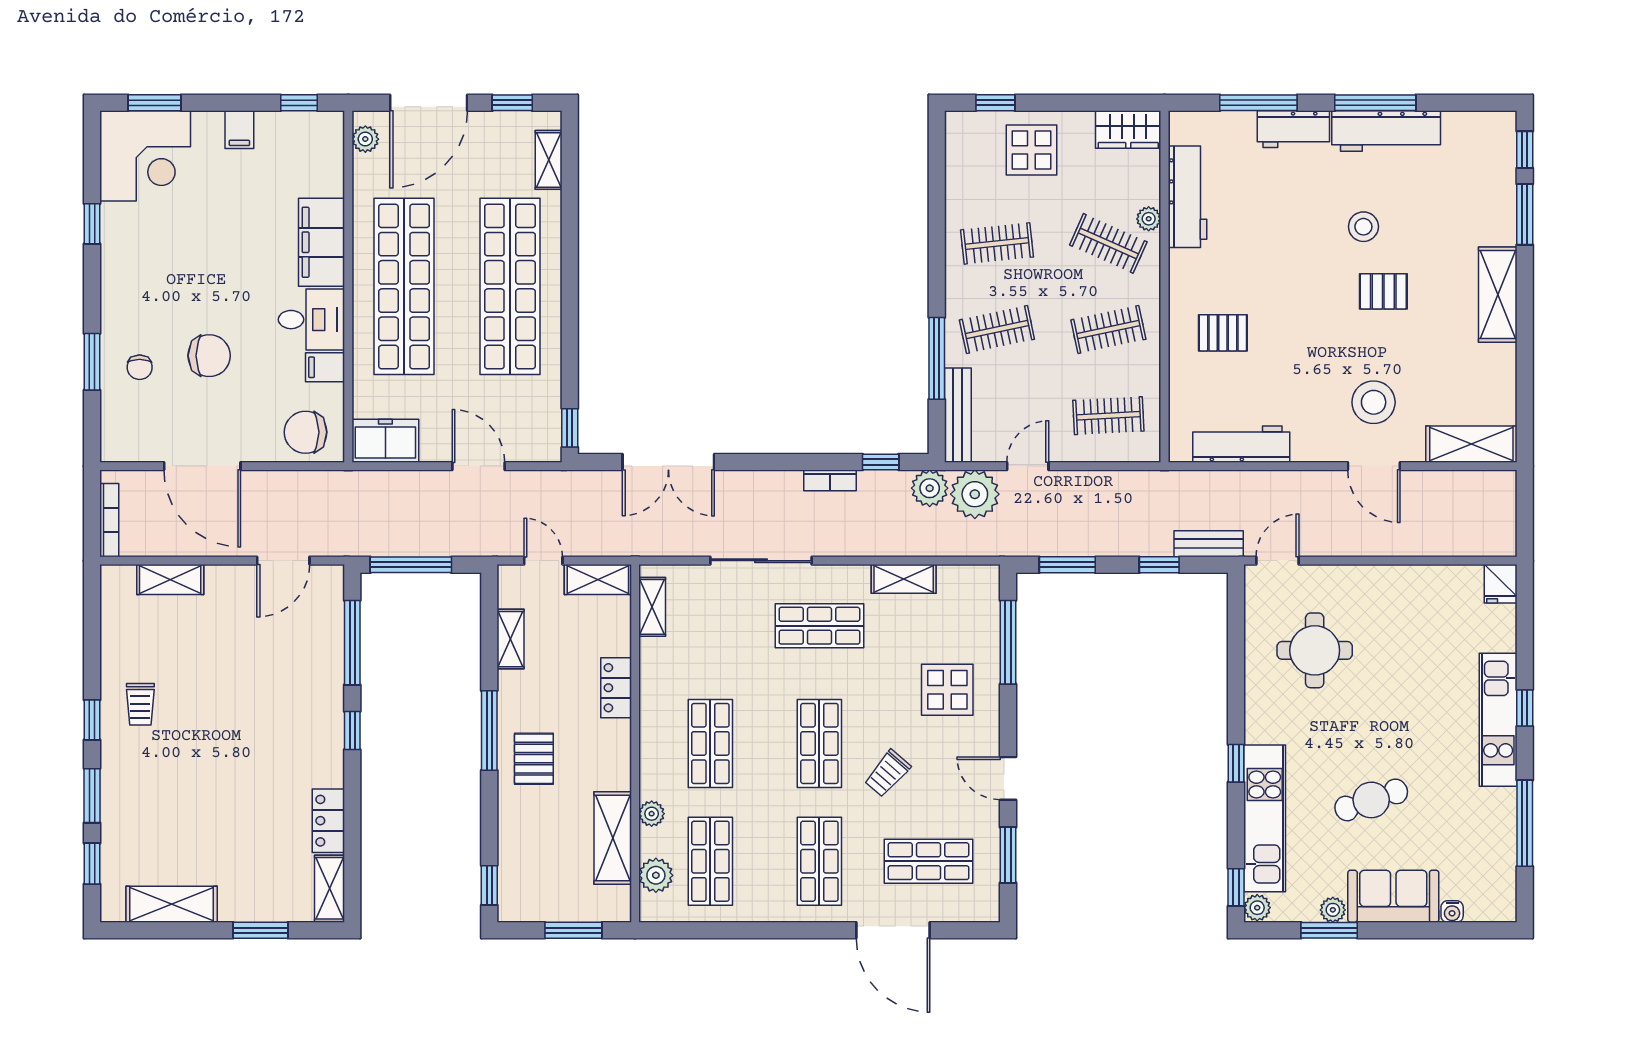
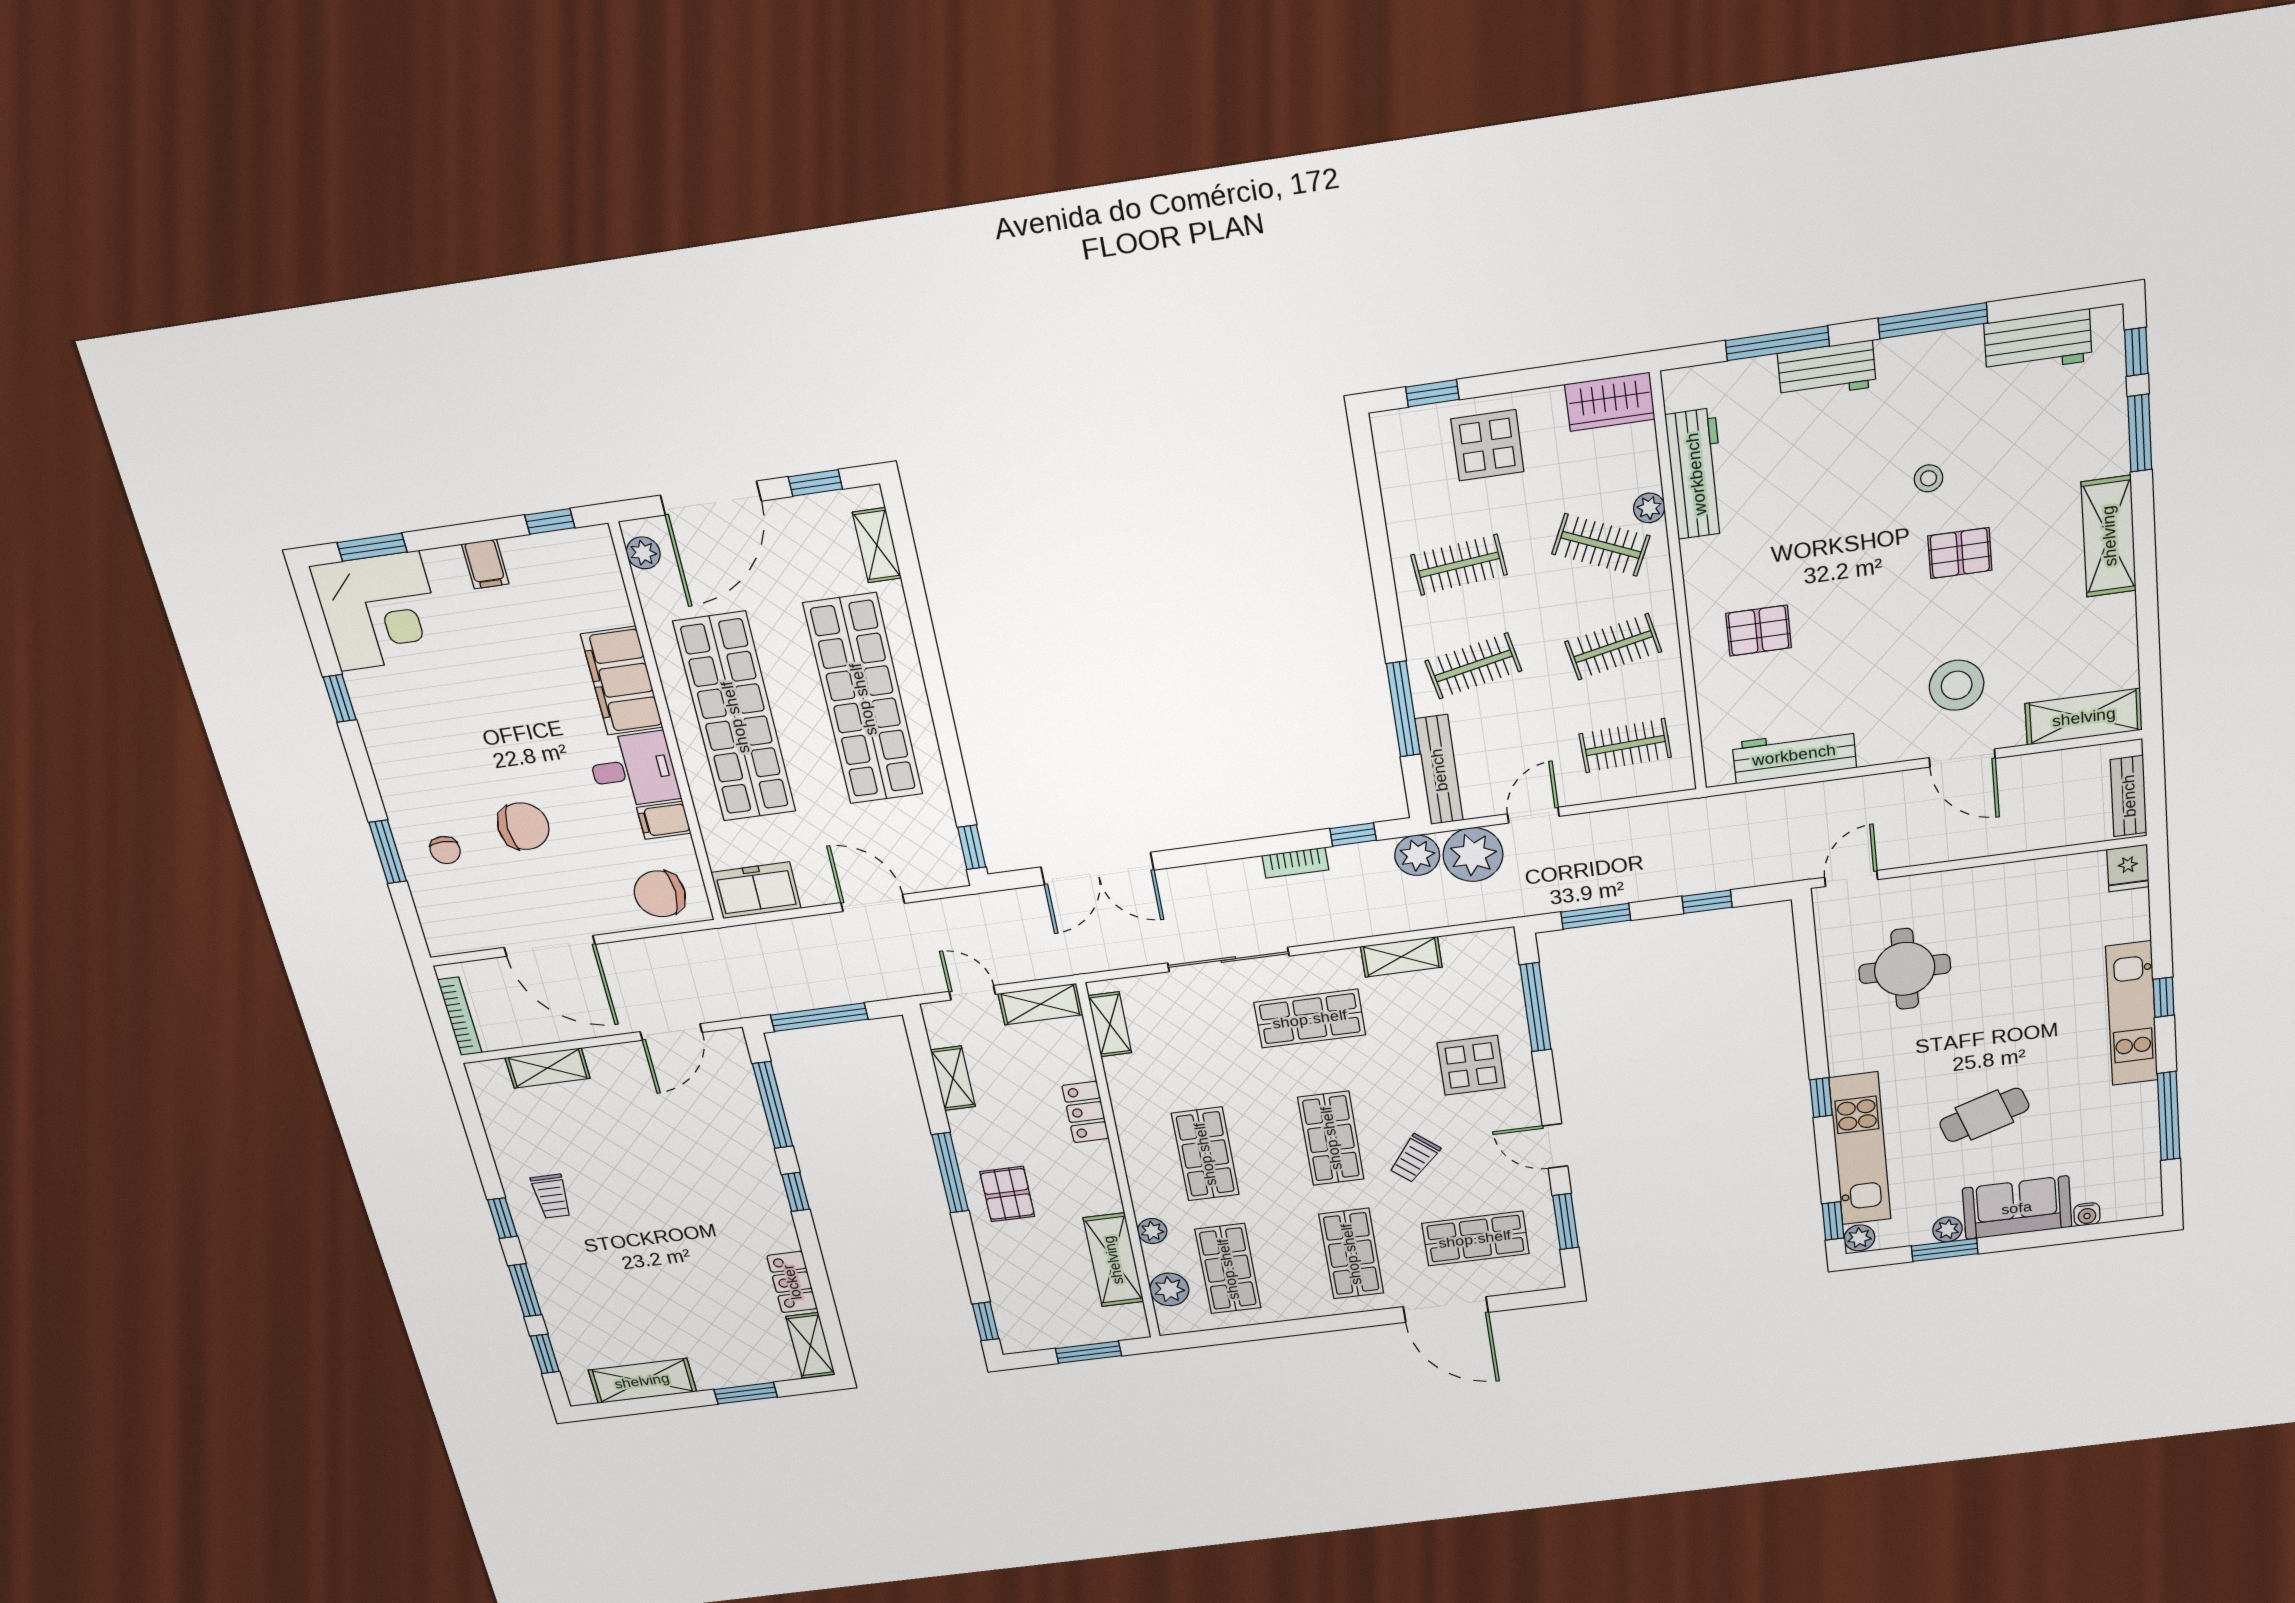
workbench: (1386, 131) -> (2038, 342), moved, width x0.73
stool: (1363, 227) -> (1929, 478), width x0.73, depth x0.73
bench: (1209, 544) -> (2129, 796), moved, turned 90

